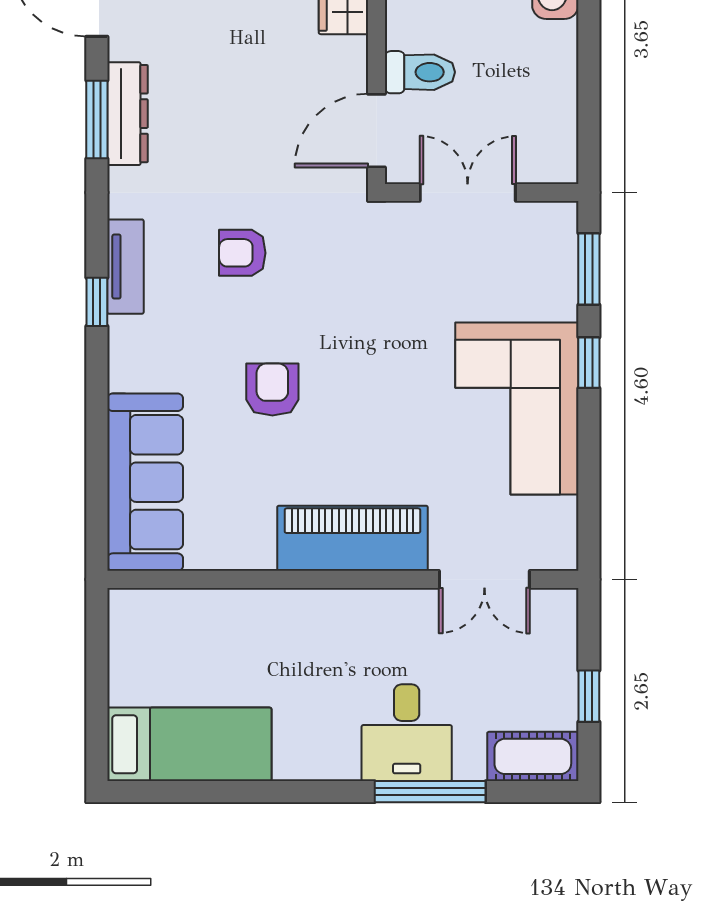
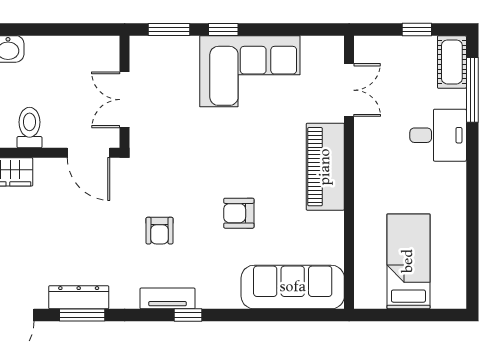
toilet: (420, 72) -> (30, 128), moved
bed: (189, 744) -> (408, 261), moved
window: (430, 792) -> (472, 90), moved

